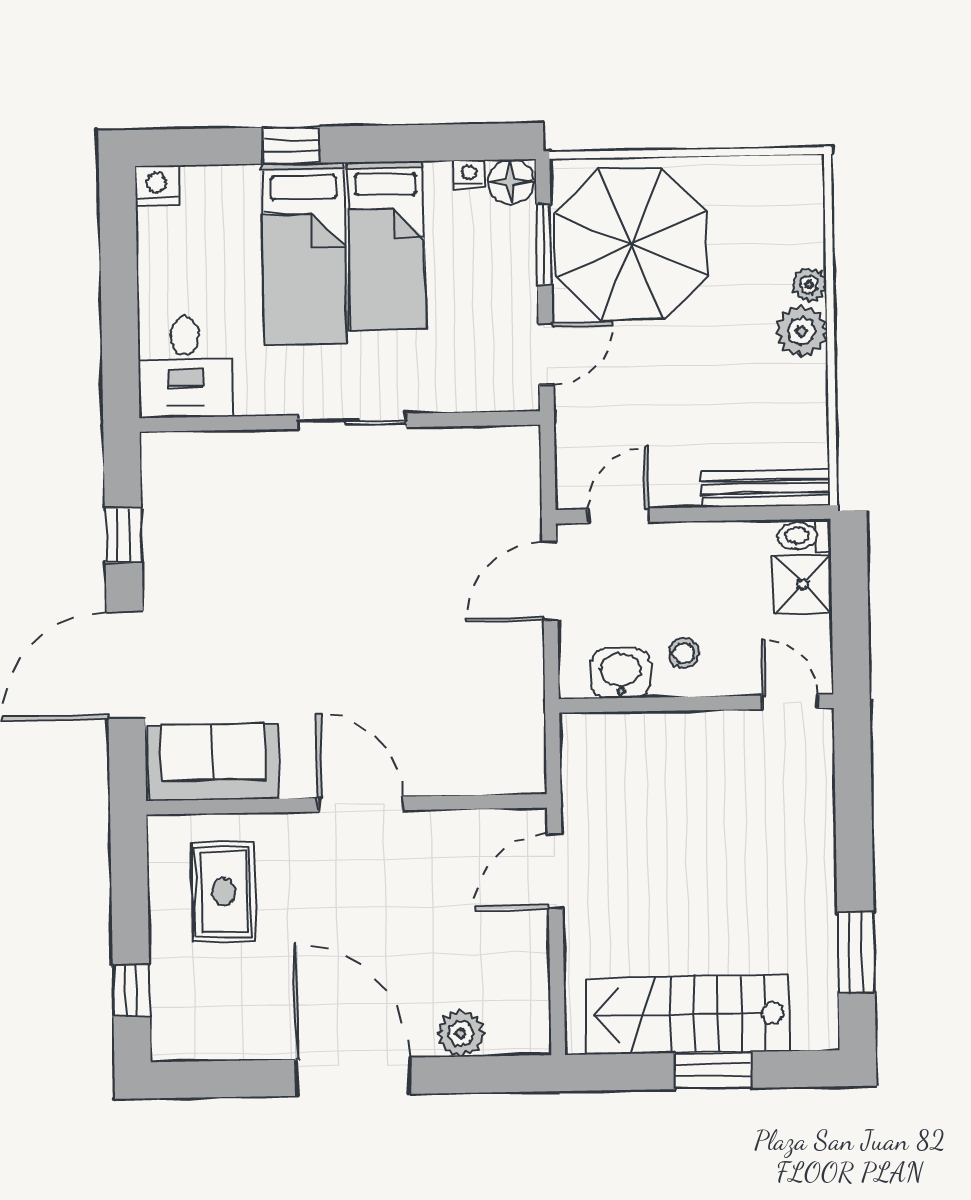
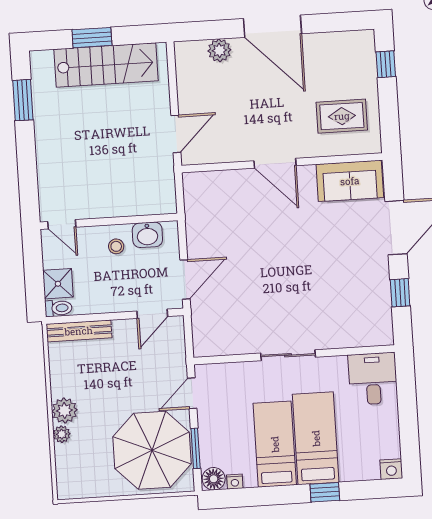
rug: (223, 892) -> (342, 116), turned 90

